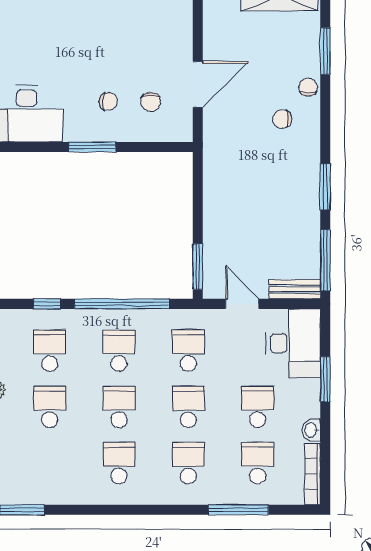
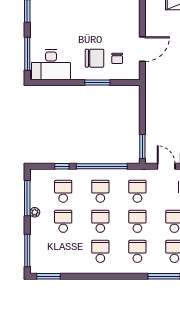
chair: (108, 101) -> (95, 58), width x1.87, depth x1.87
window: (92, 147) -> (97, 83), moved

